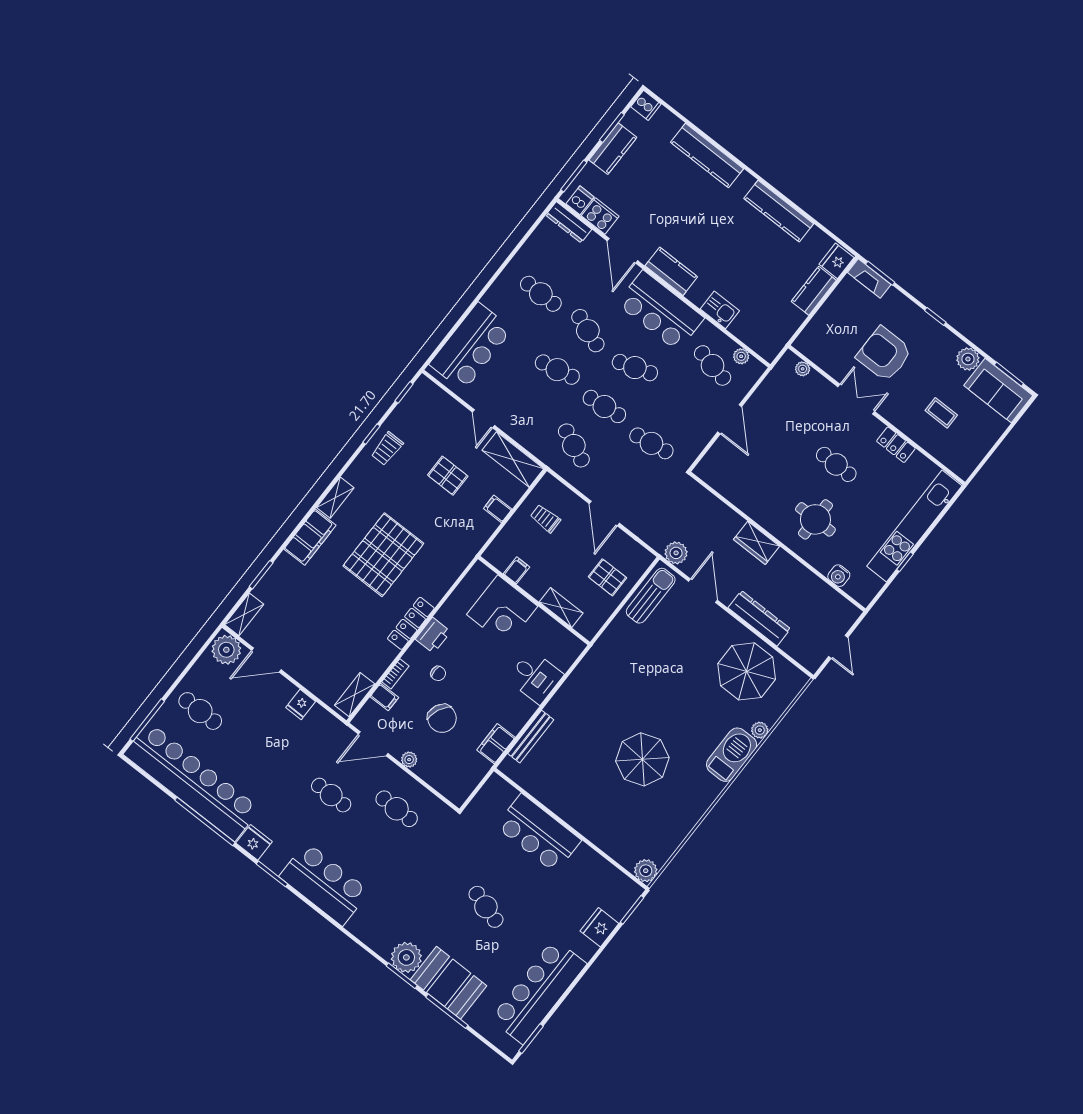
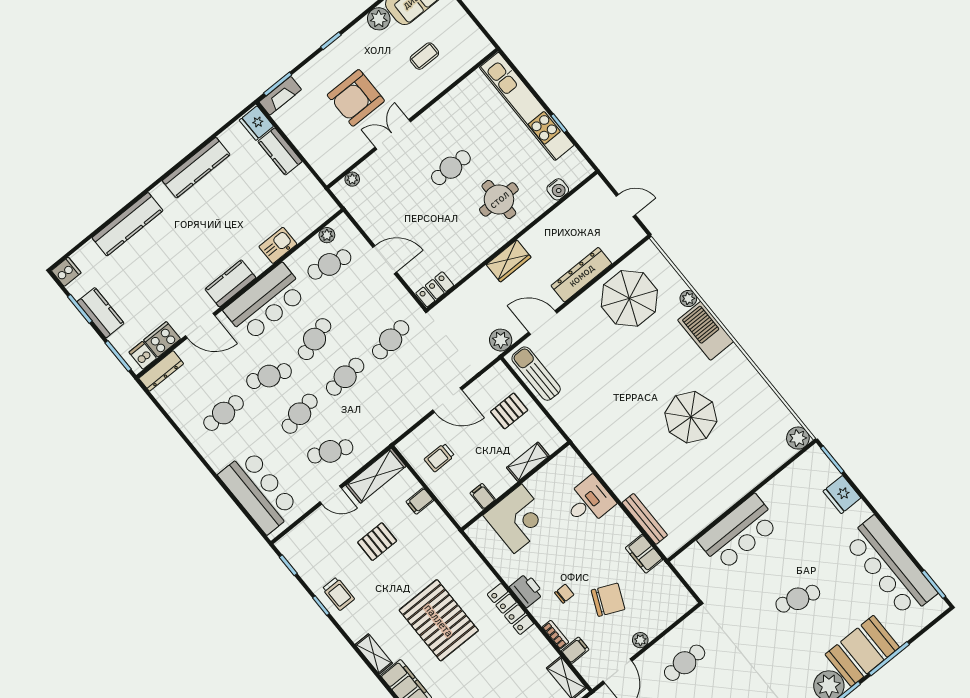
cafe table: (574, 445) -> (330, 451), moved
locker: (896, 445) -> (435, 289), moved, turned 180

